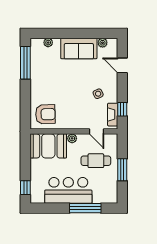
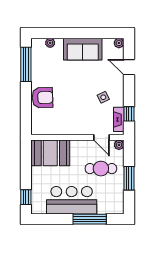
plant: (103, 43) -> (119, 43), moved
armchair: (45, 114) -> (42, 98), moved
plant: (72, 138) -> (119, 145), moved

